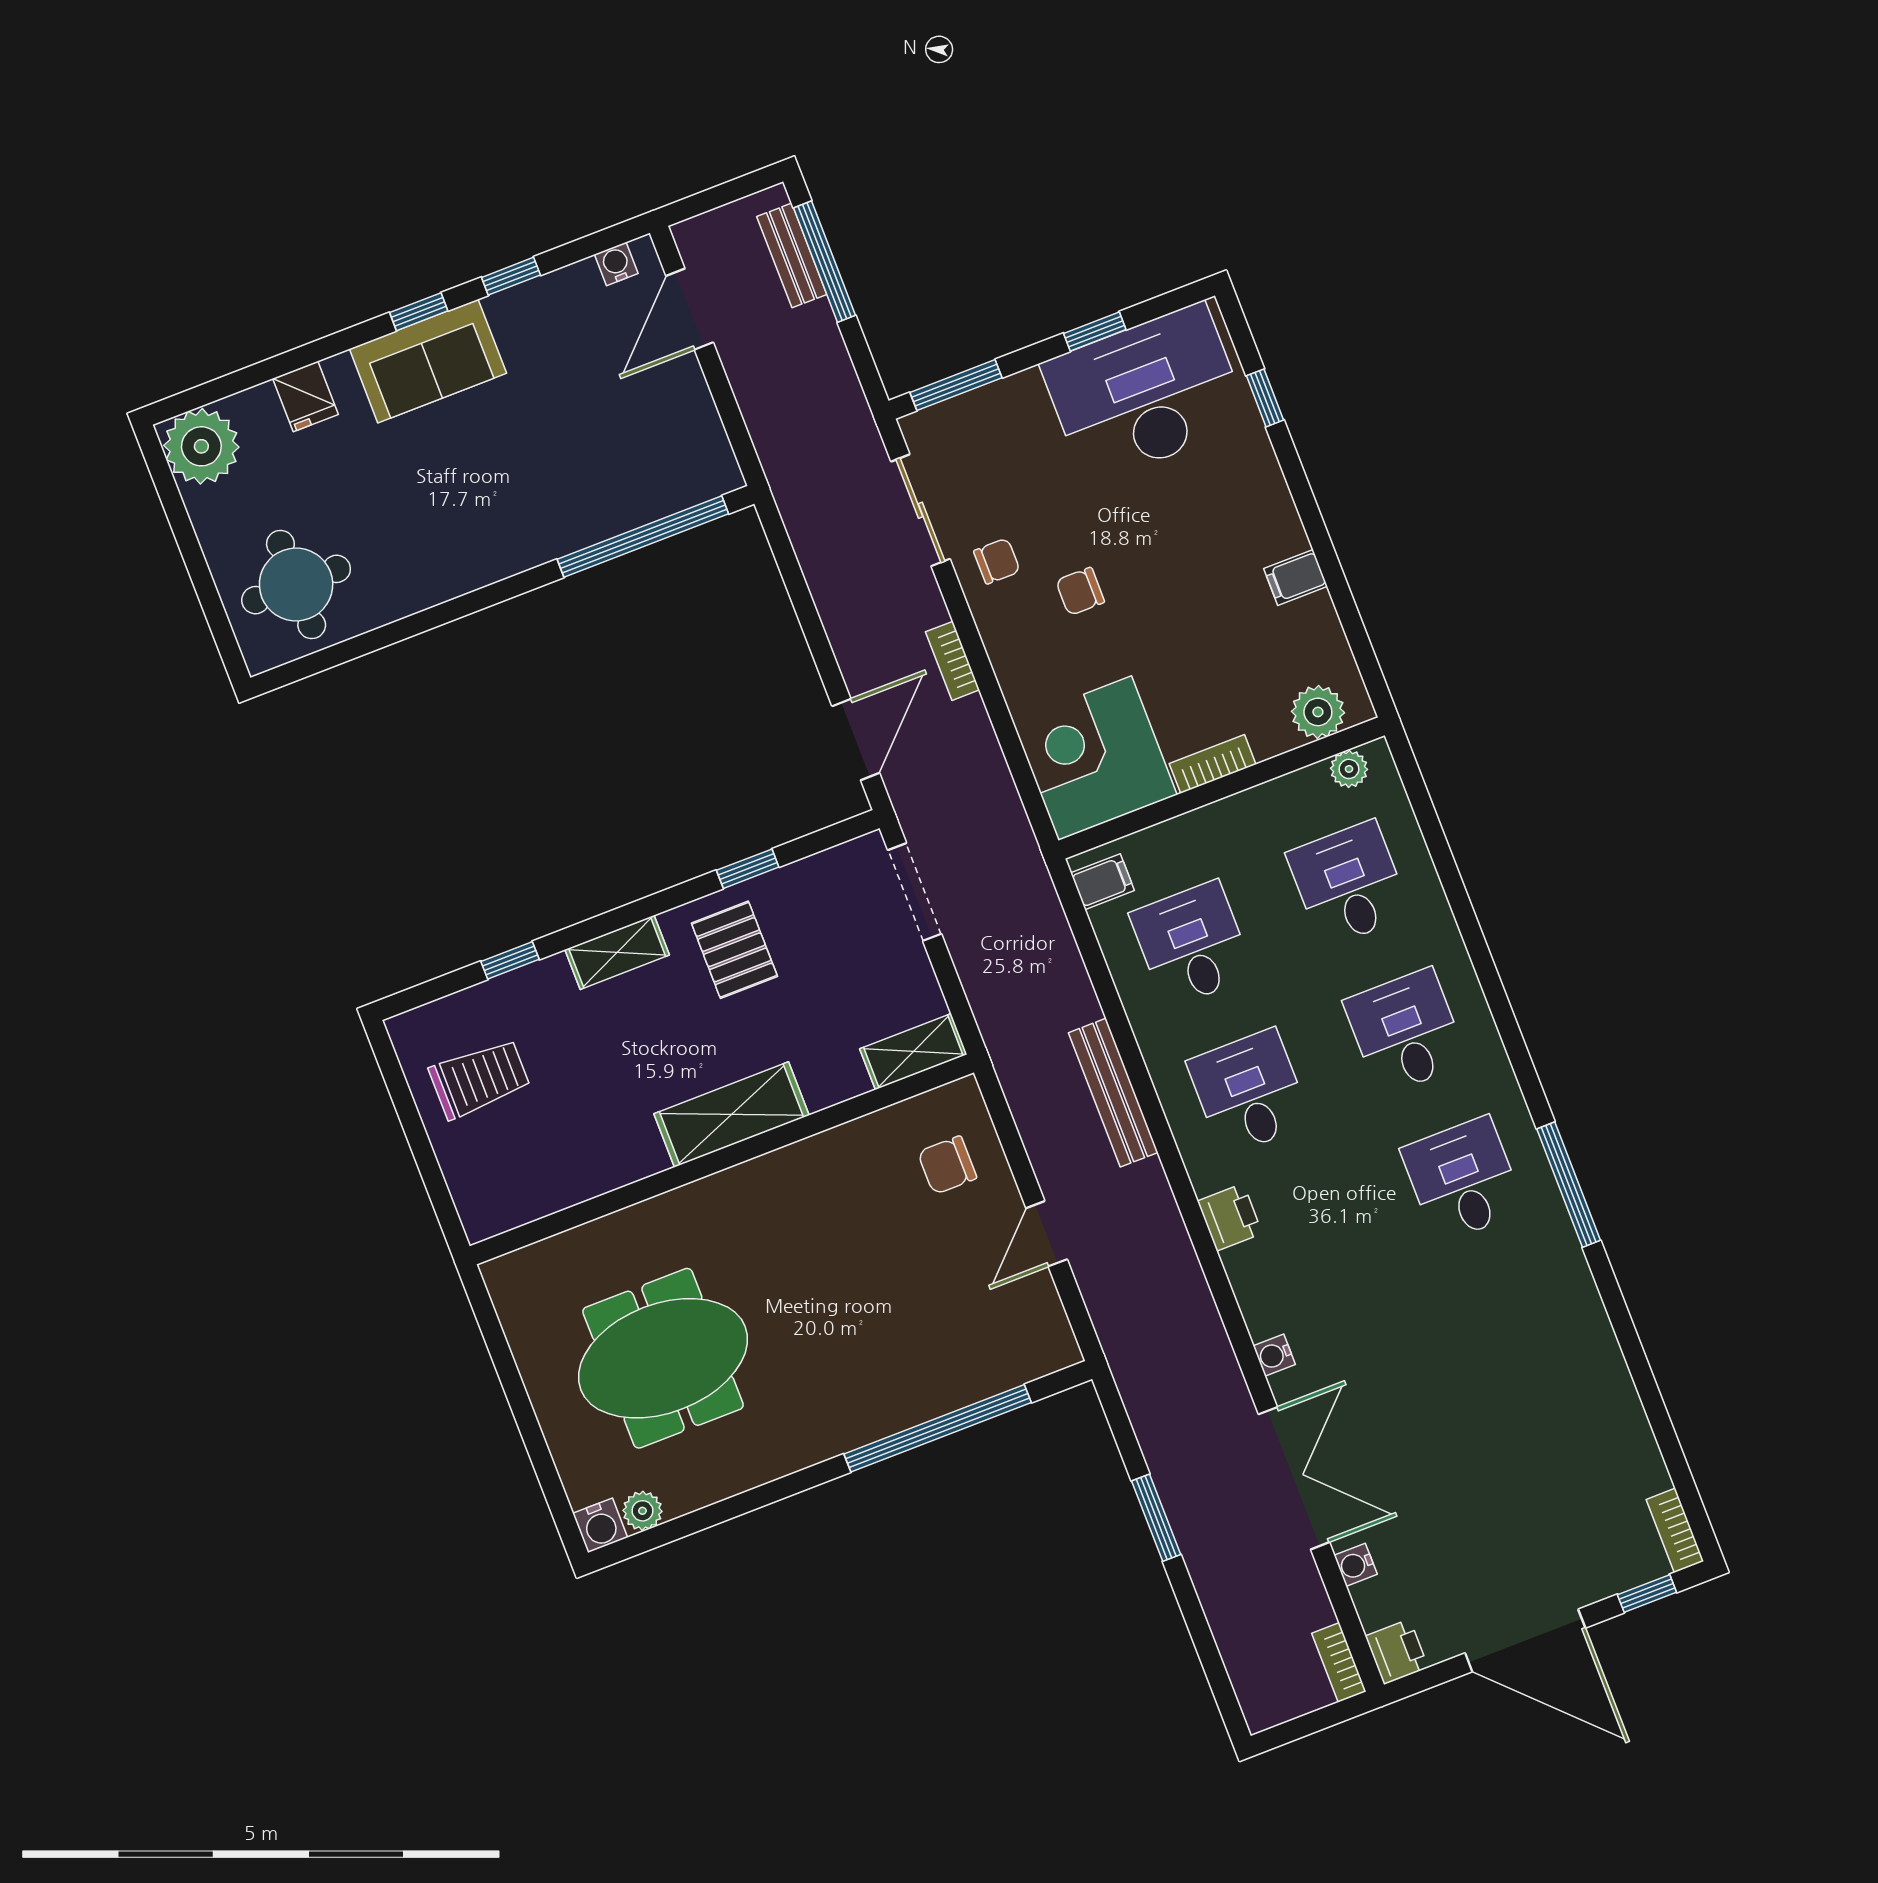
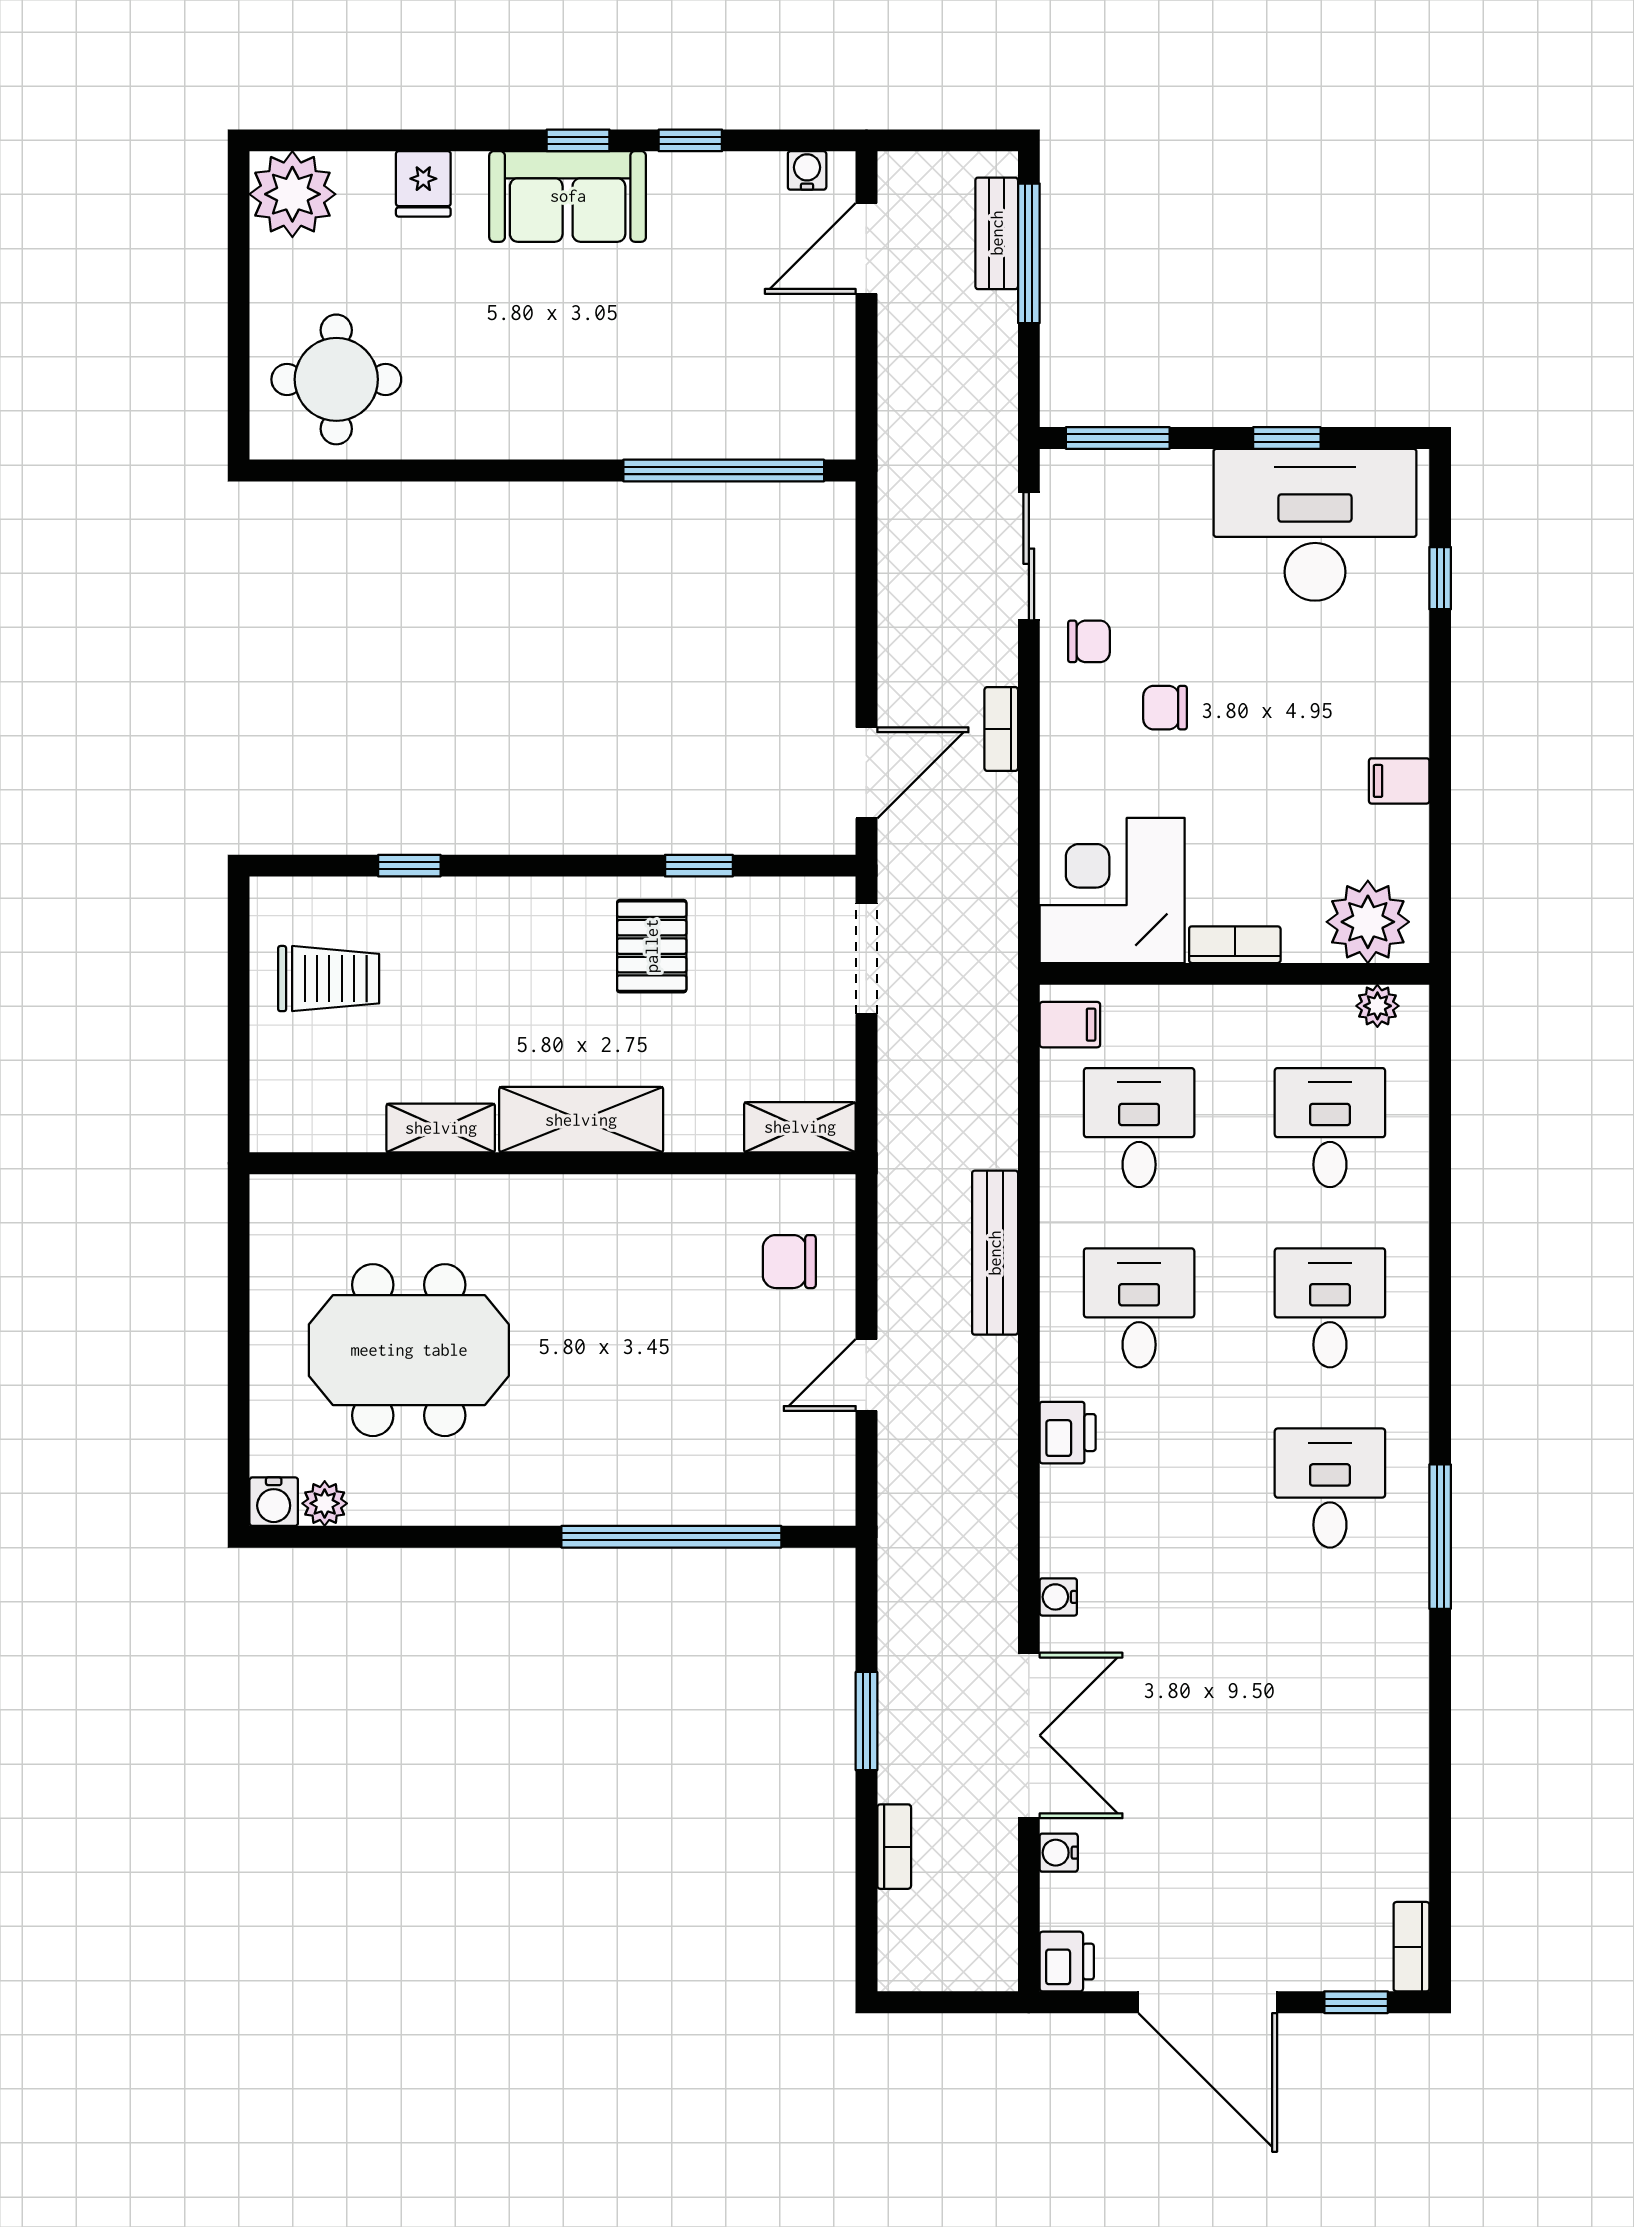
plant: (1318, 712) -> (1368, 922), width x1.36, depth x1.36
shelving: (617, 952) -> (441, 1128), moved
bookcase: (1339, 1662) -> (894, 1847), moved, turned 180

